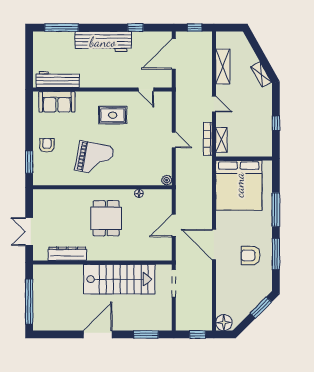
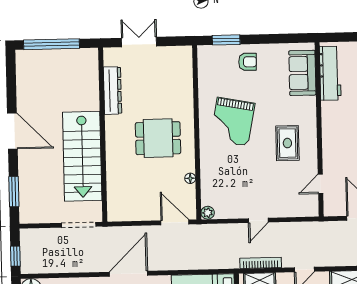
door: (174, 226) -> (175, 222), moved

